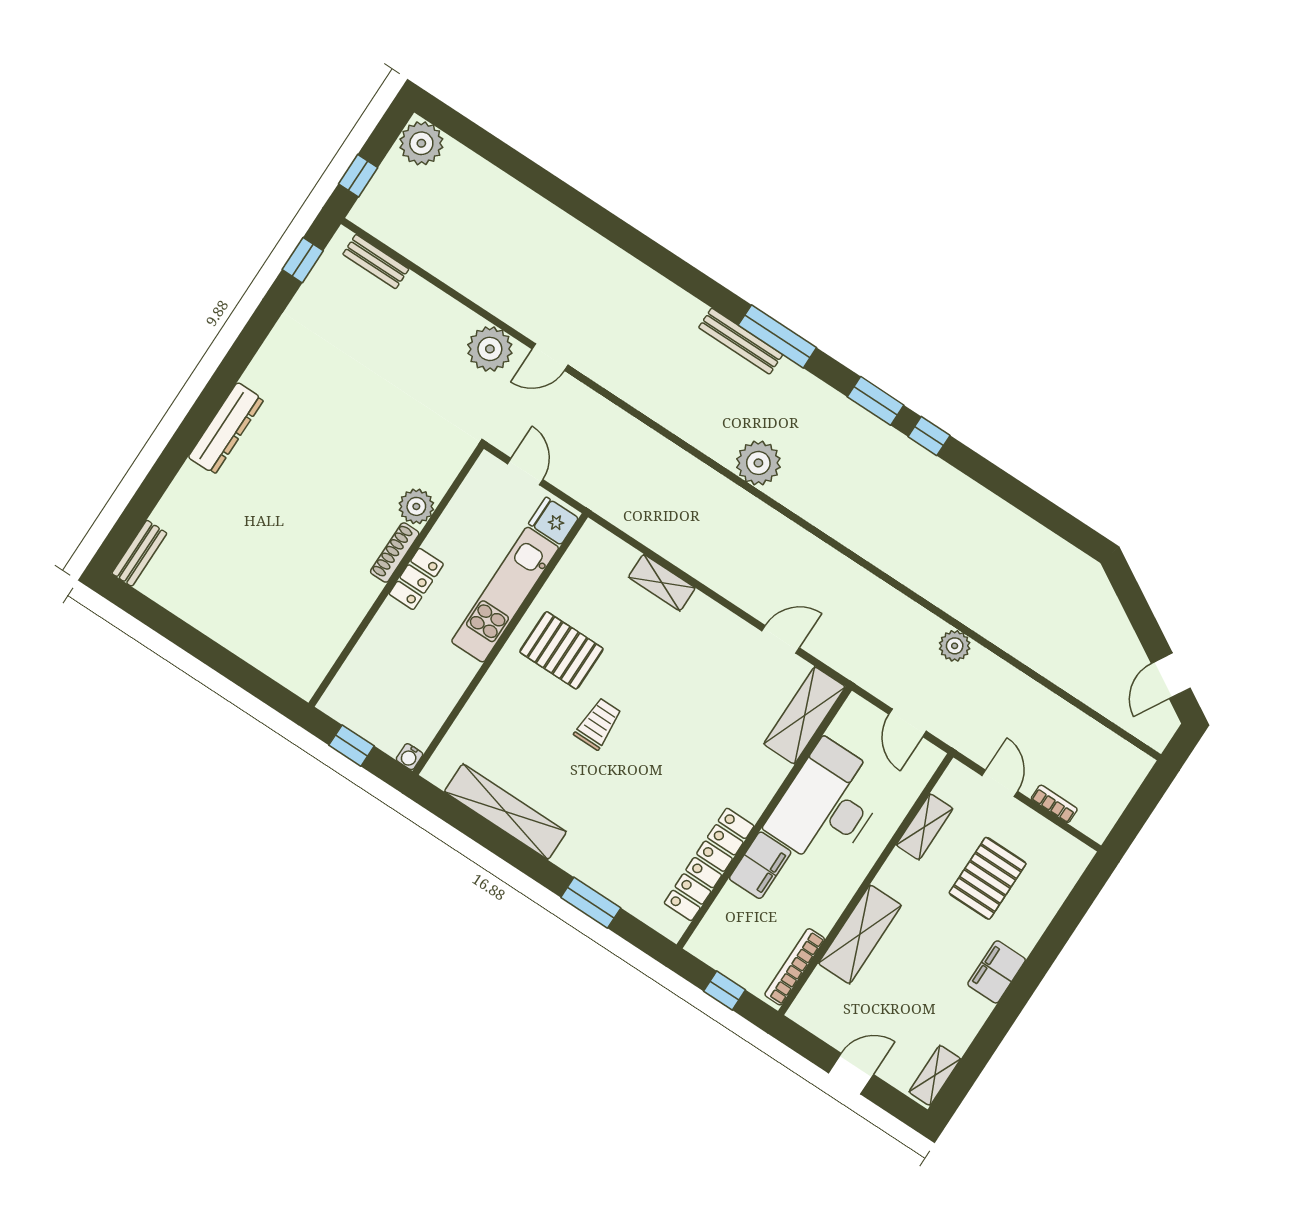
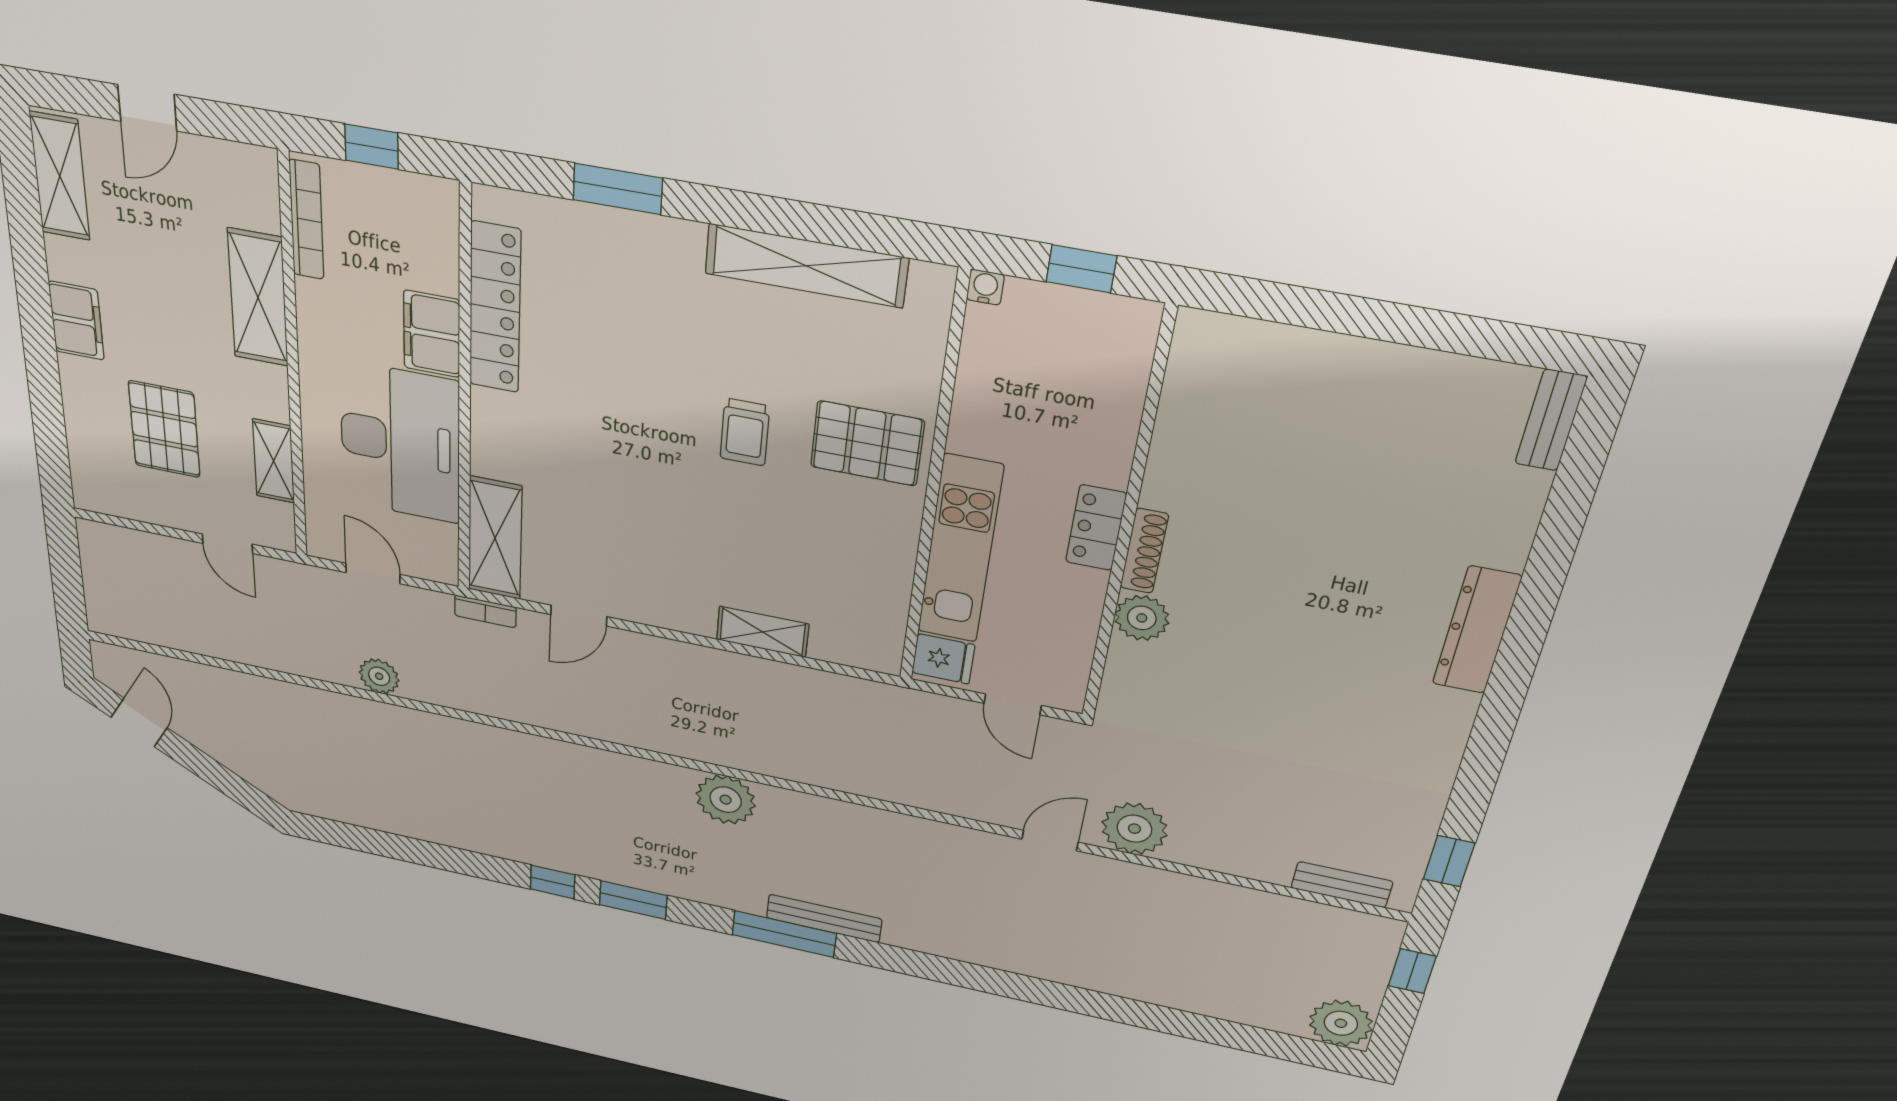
pallet: (561, 650) -> (867, 443), moved
bookcase: (1054, 804) -> (485, 611), moved
shelving: (935, 1075) -> (60, 176), width x1.50, depth x1.33

